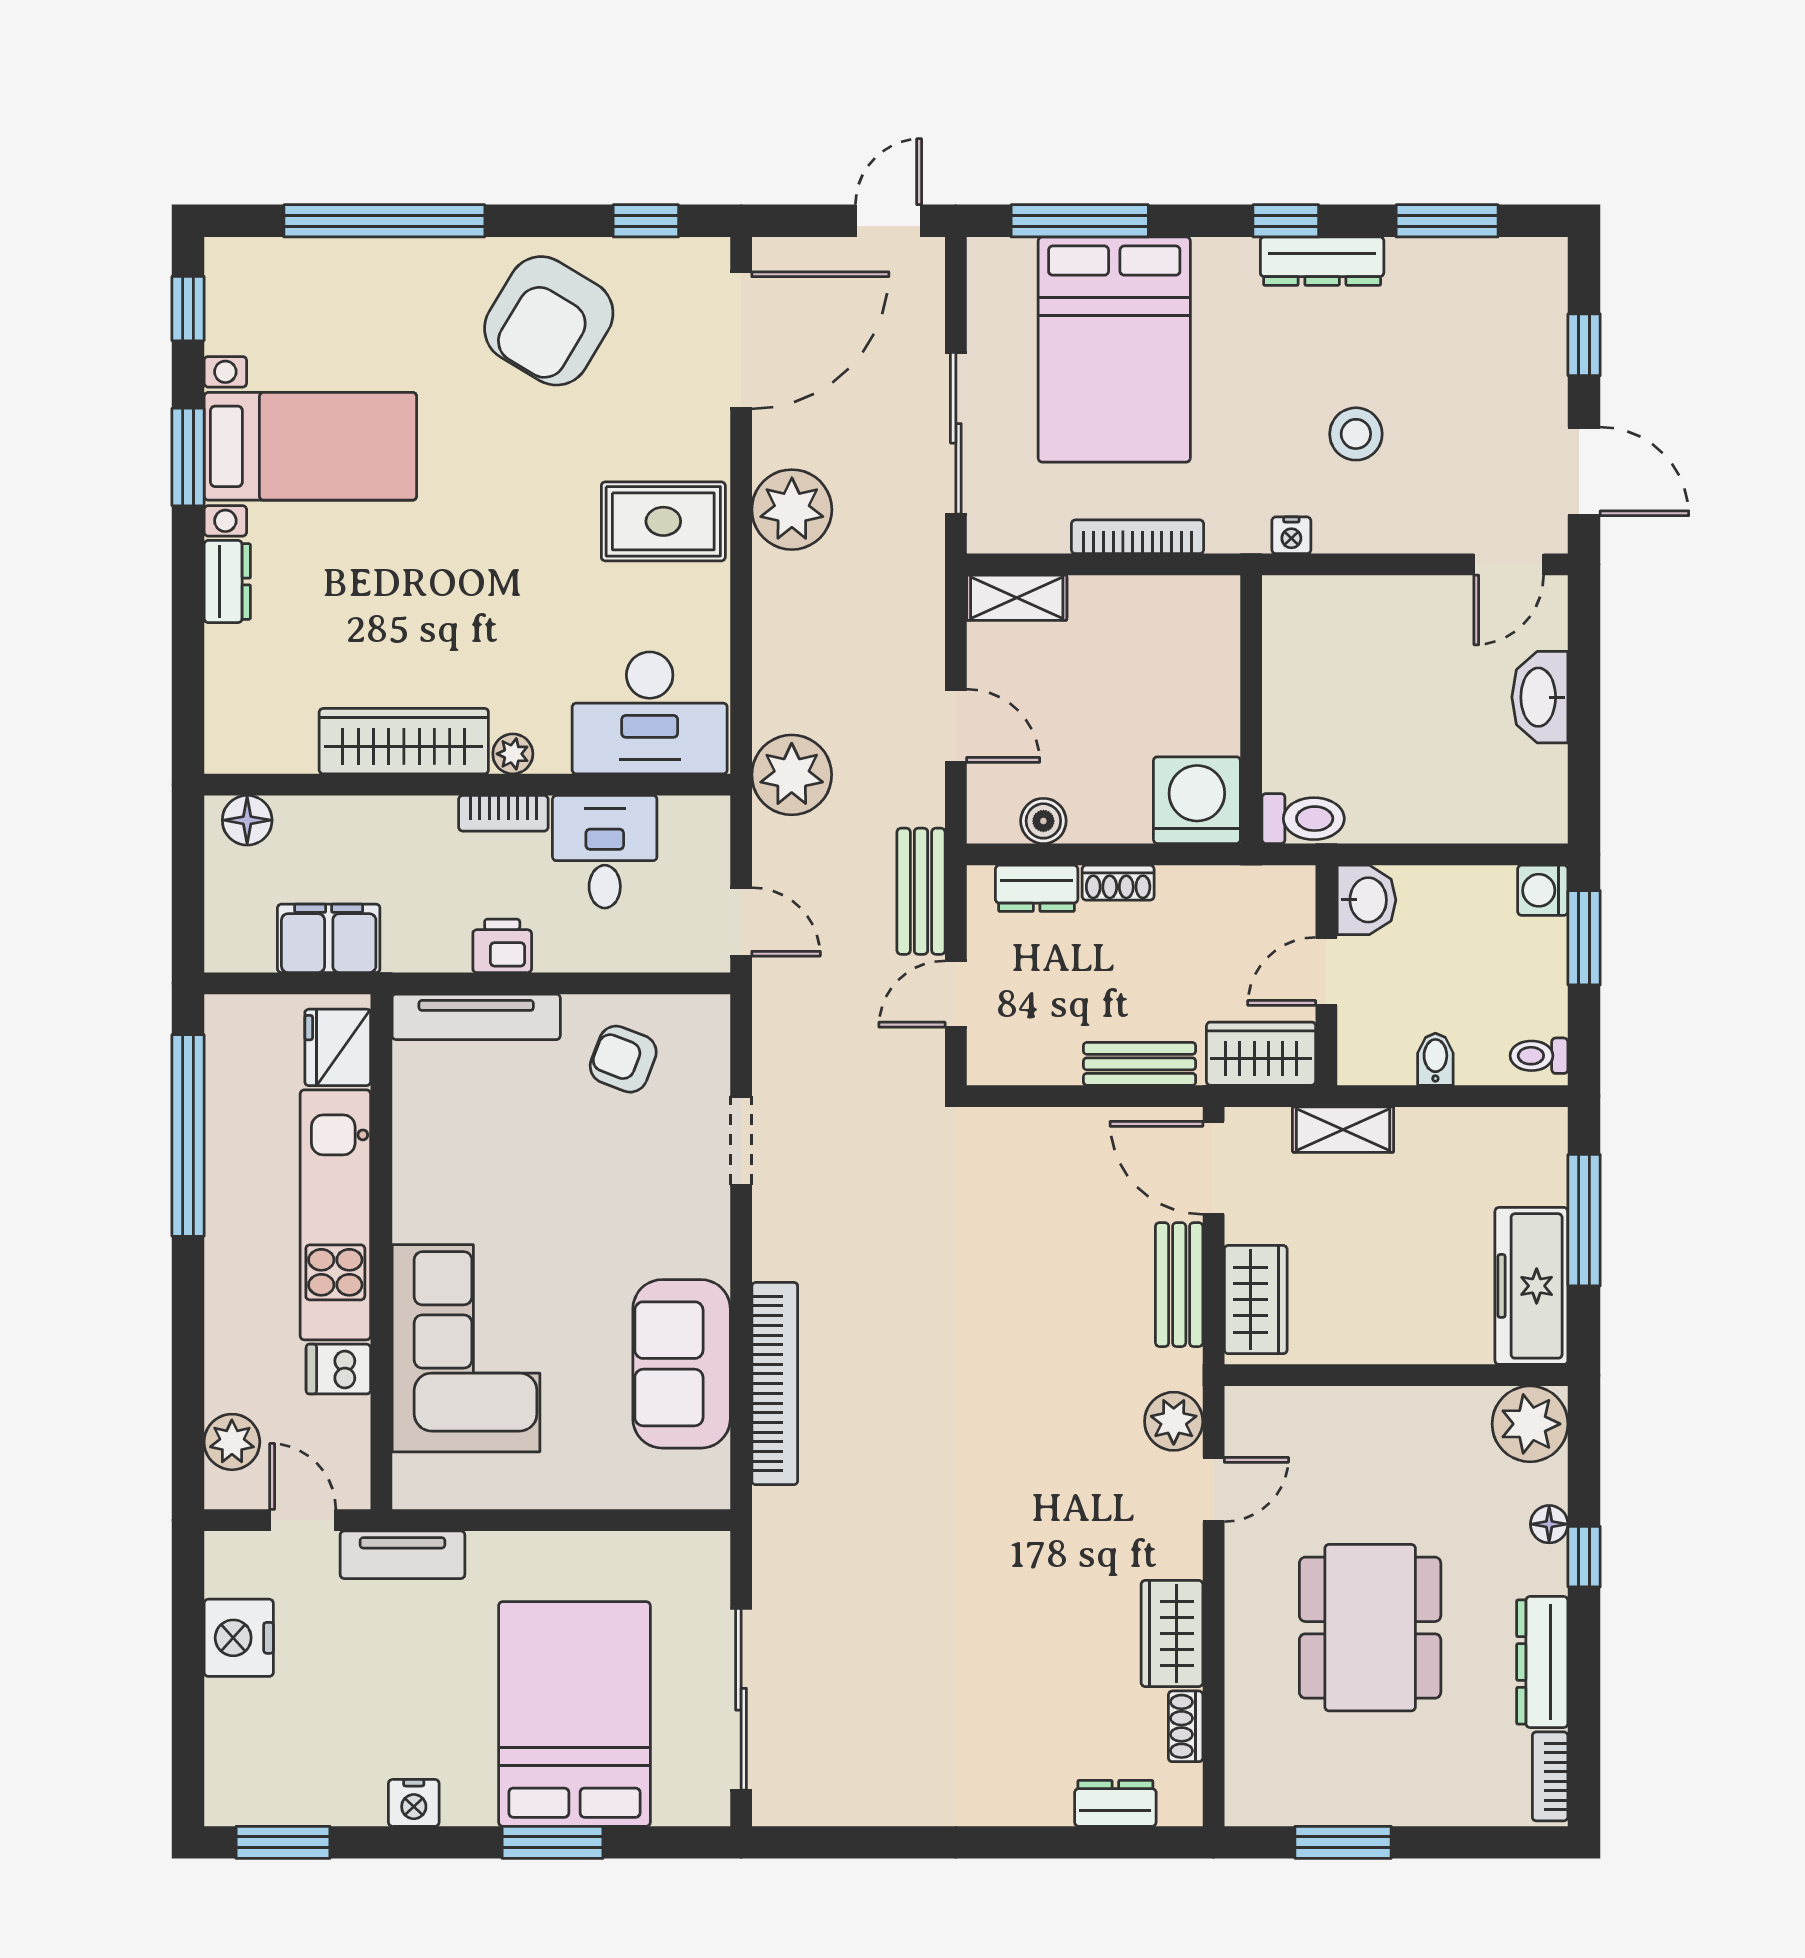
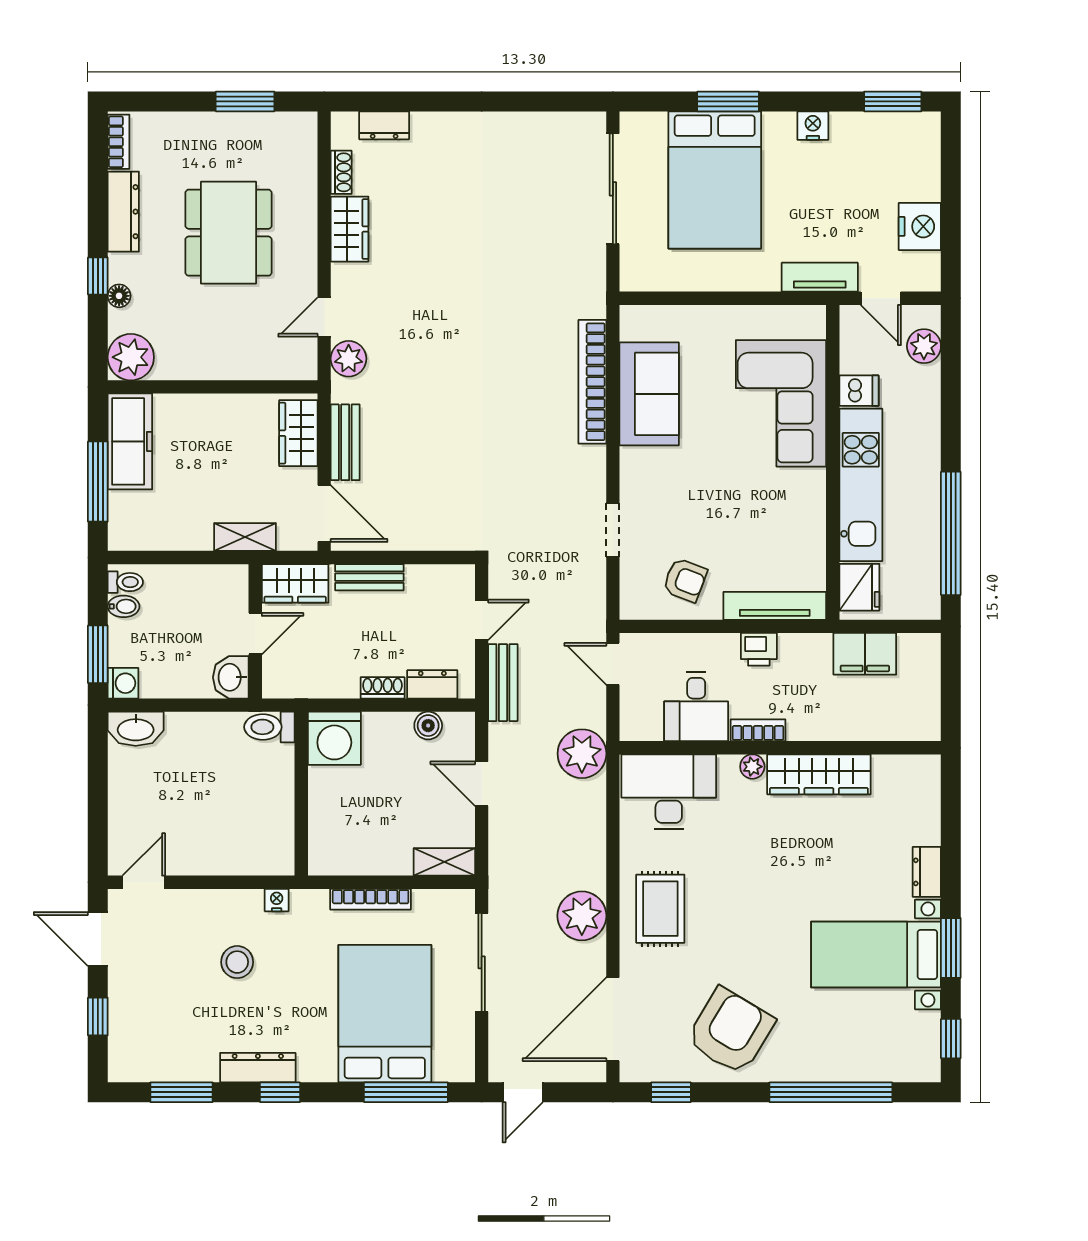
rug: (663, 521) -> (660, 909), turned 90
washbasin: (1540, 697) -> (136, 729), moved, turned 90
floor lamp: (247, 820) -> (915, 726), removed
bidet: (1435, 1059) -> (124, 606), moved, turned -90

